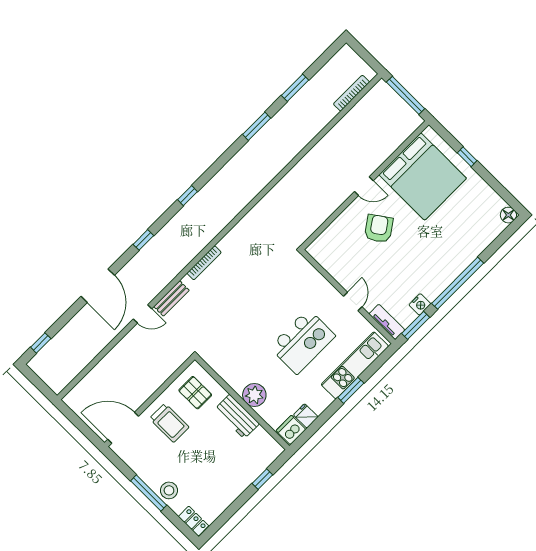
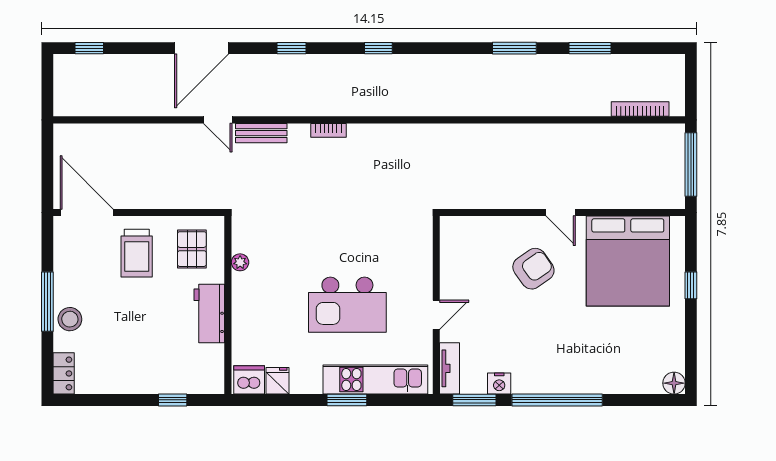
bookcase: (204, 263) -> (328, 130), width x0.64
plant: (254, 395) -> (240, 262), moved, width x0.53, depth x0.53

